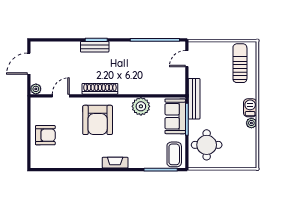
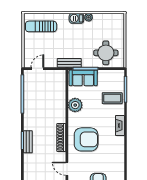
door: (187, 59) -> (37, 69), swing flipped
bench: (194, 99) -> (69, 63), width x0.73
coffee table: (174, 154) -> (112, 98), moved

